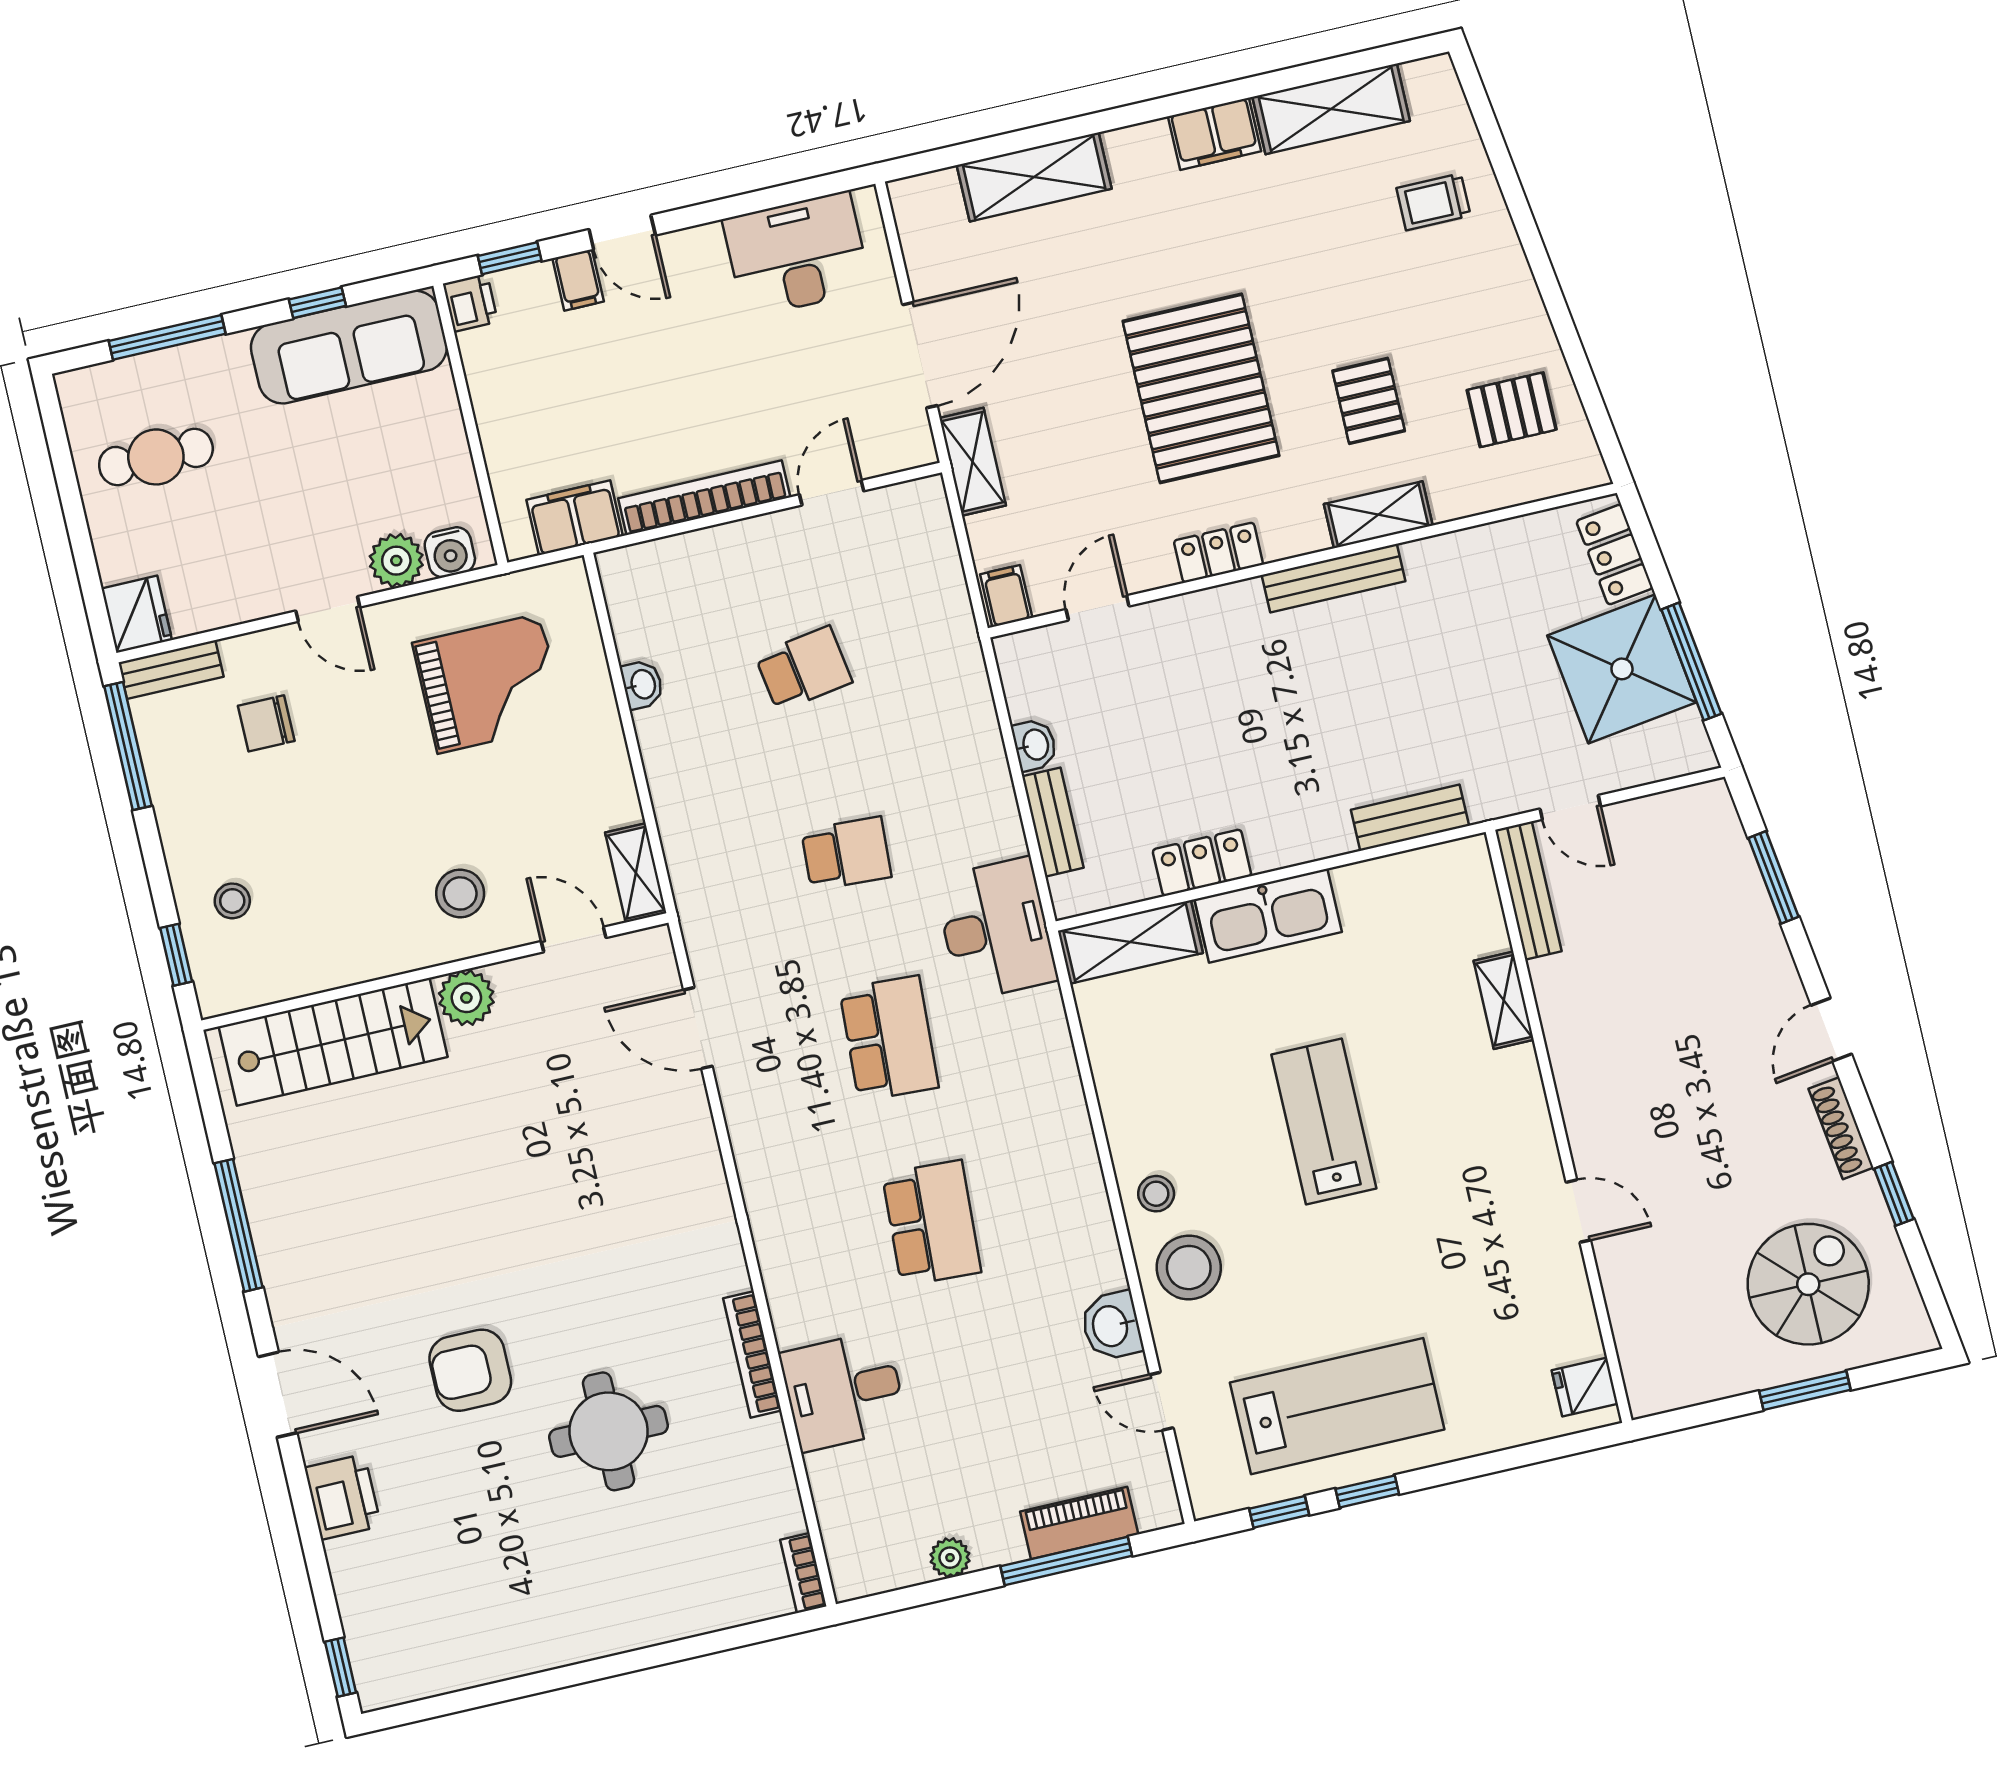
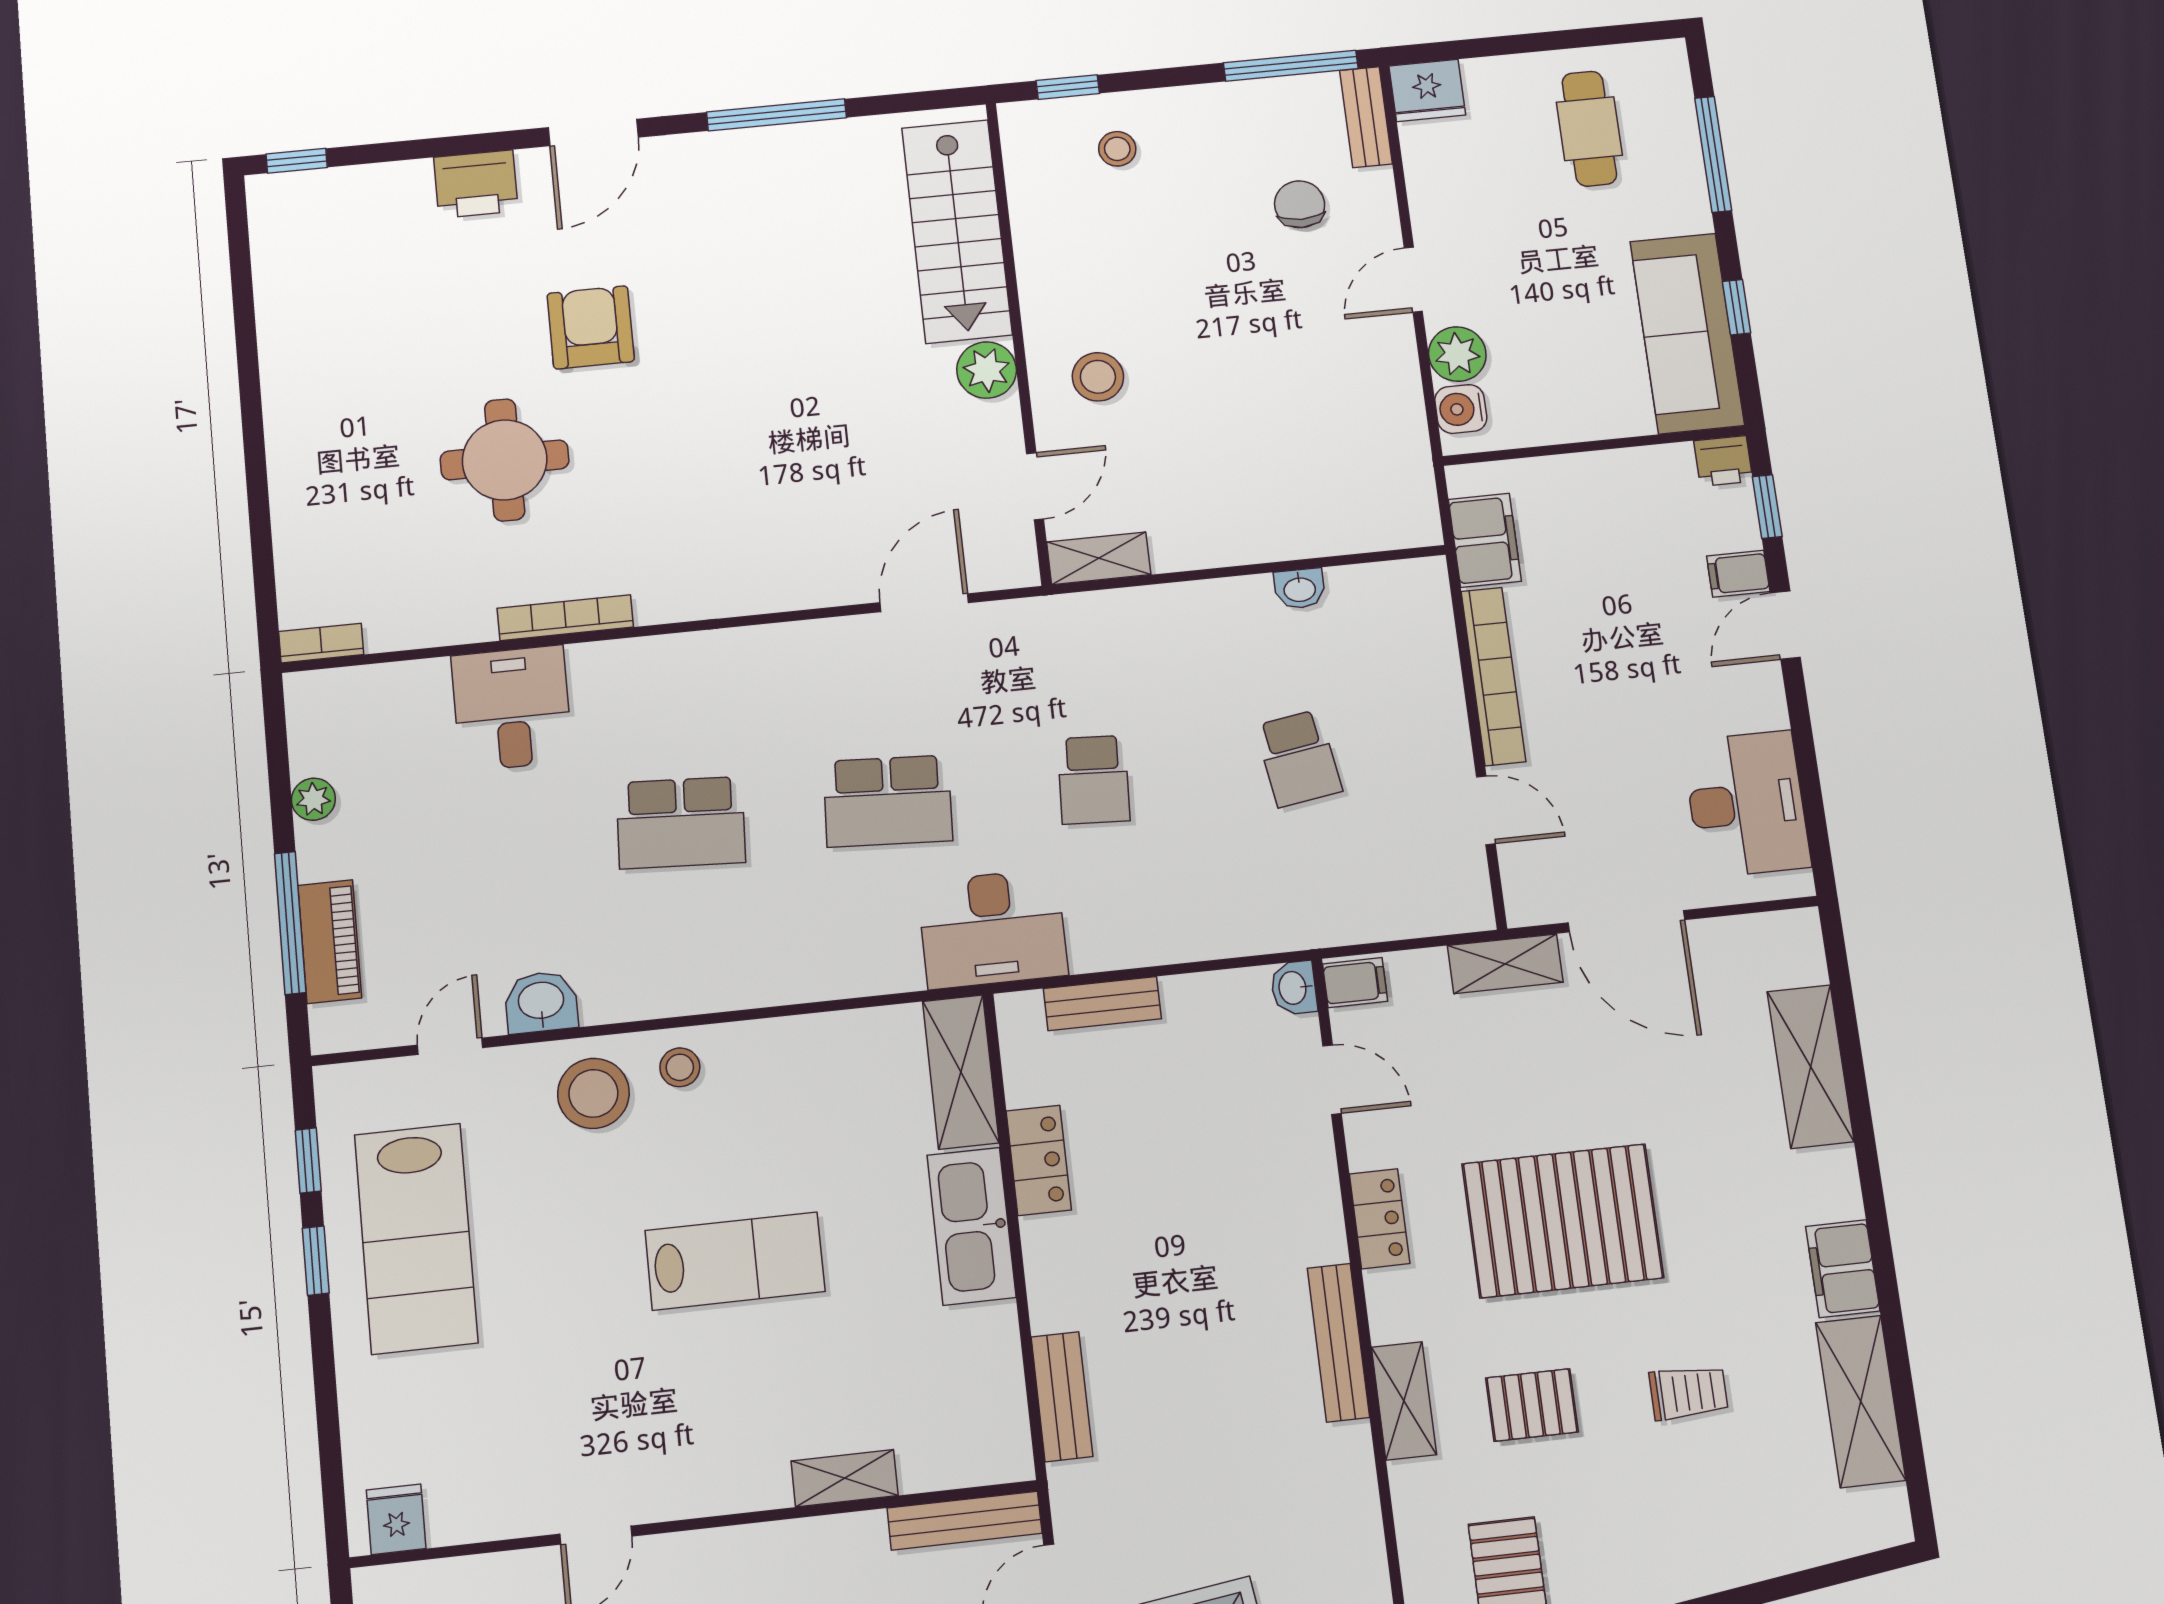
trolley: (1433, 202) -> (1689, 1393), moved, turned 90
grand piano: (489, 683) -> (1317, 432), removed
washbasin: (1035, 745) -> (1294, 988), moved, turned 90

